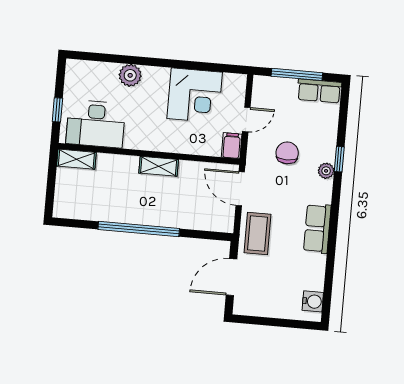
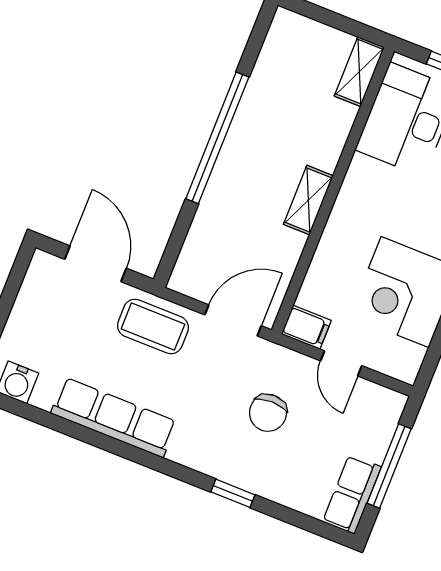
chair: (287, 153) -> (268, 413), turned 90
plant: (326, 171) -> (220, 467), removed
row of seats: (317, 229) -> (114, 417), width x1.48

